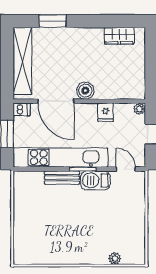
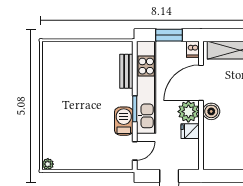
plant: (140, 109) -> (188, 112), moved, width x1.87, depth x1.87
bench: (62, 178) -> (126, 71), moved
plant: (115, 258) -> (48, 164), moved

